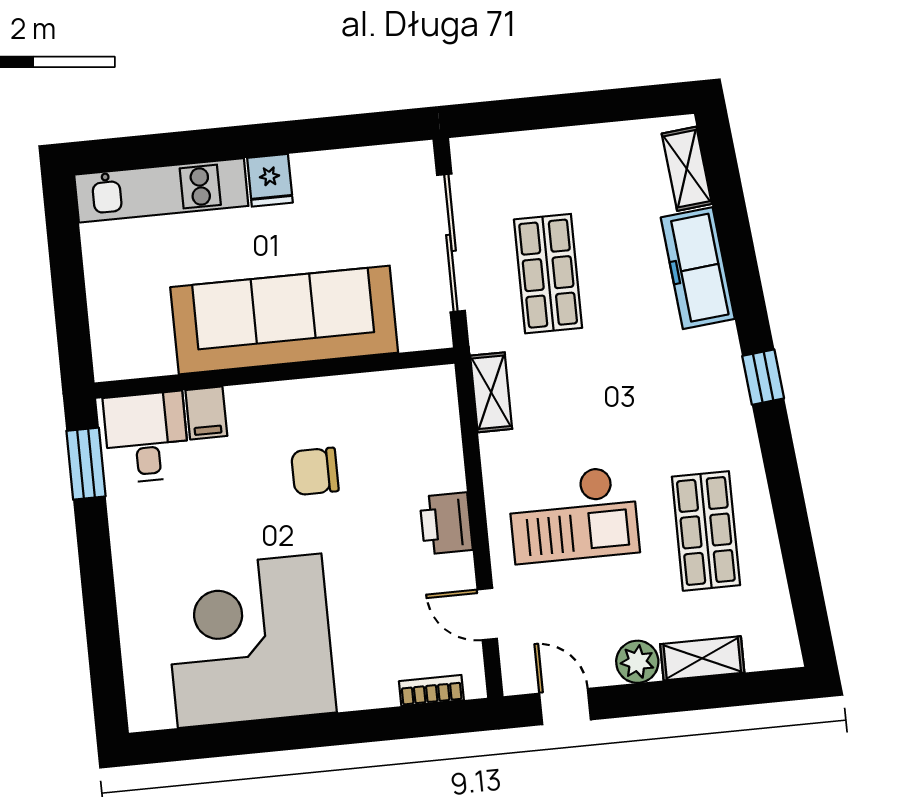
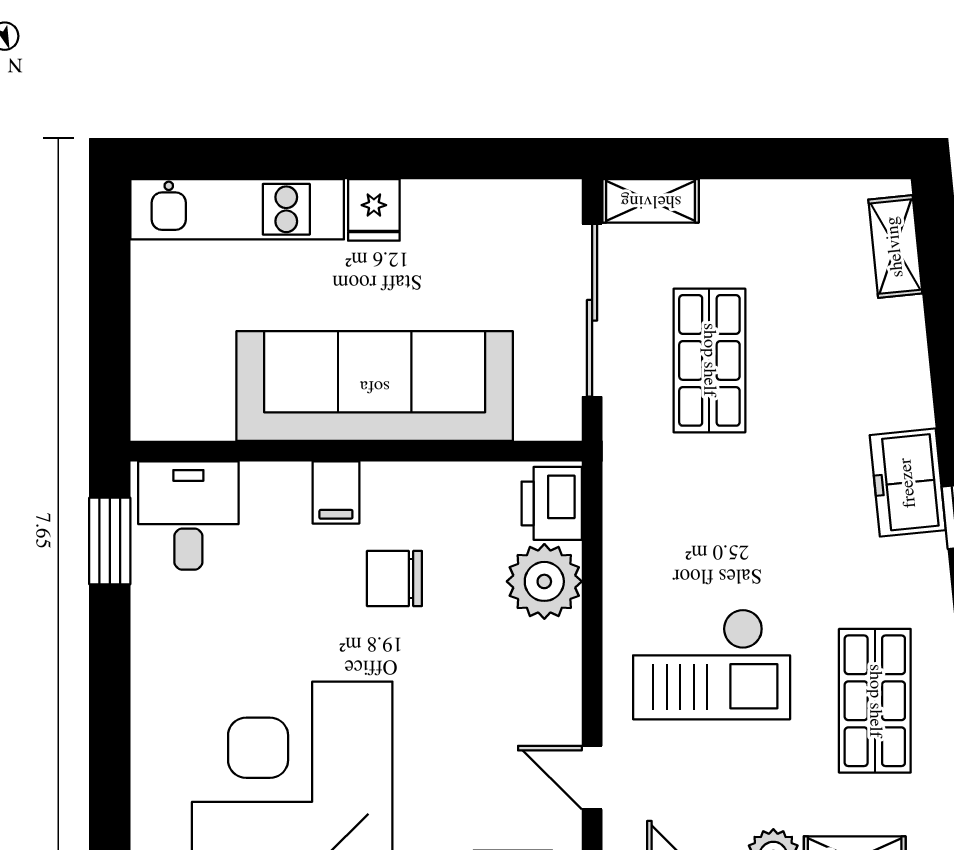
freezer: (698, 268) -> (908, 483), moved, width x0.71
shelving: (491, 392) -> (651, 201), moved, turned 90
filing cabinet: (206, 413) -> (336, 492), moved
plant: (434, 462) -> (544, 581), added
printer: (446, 523) -> (552, 503), moved

